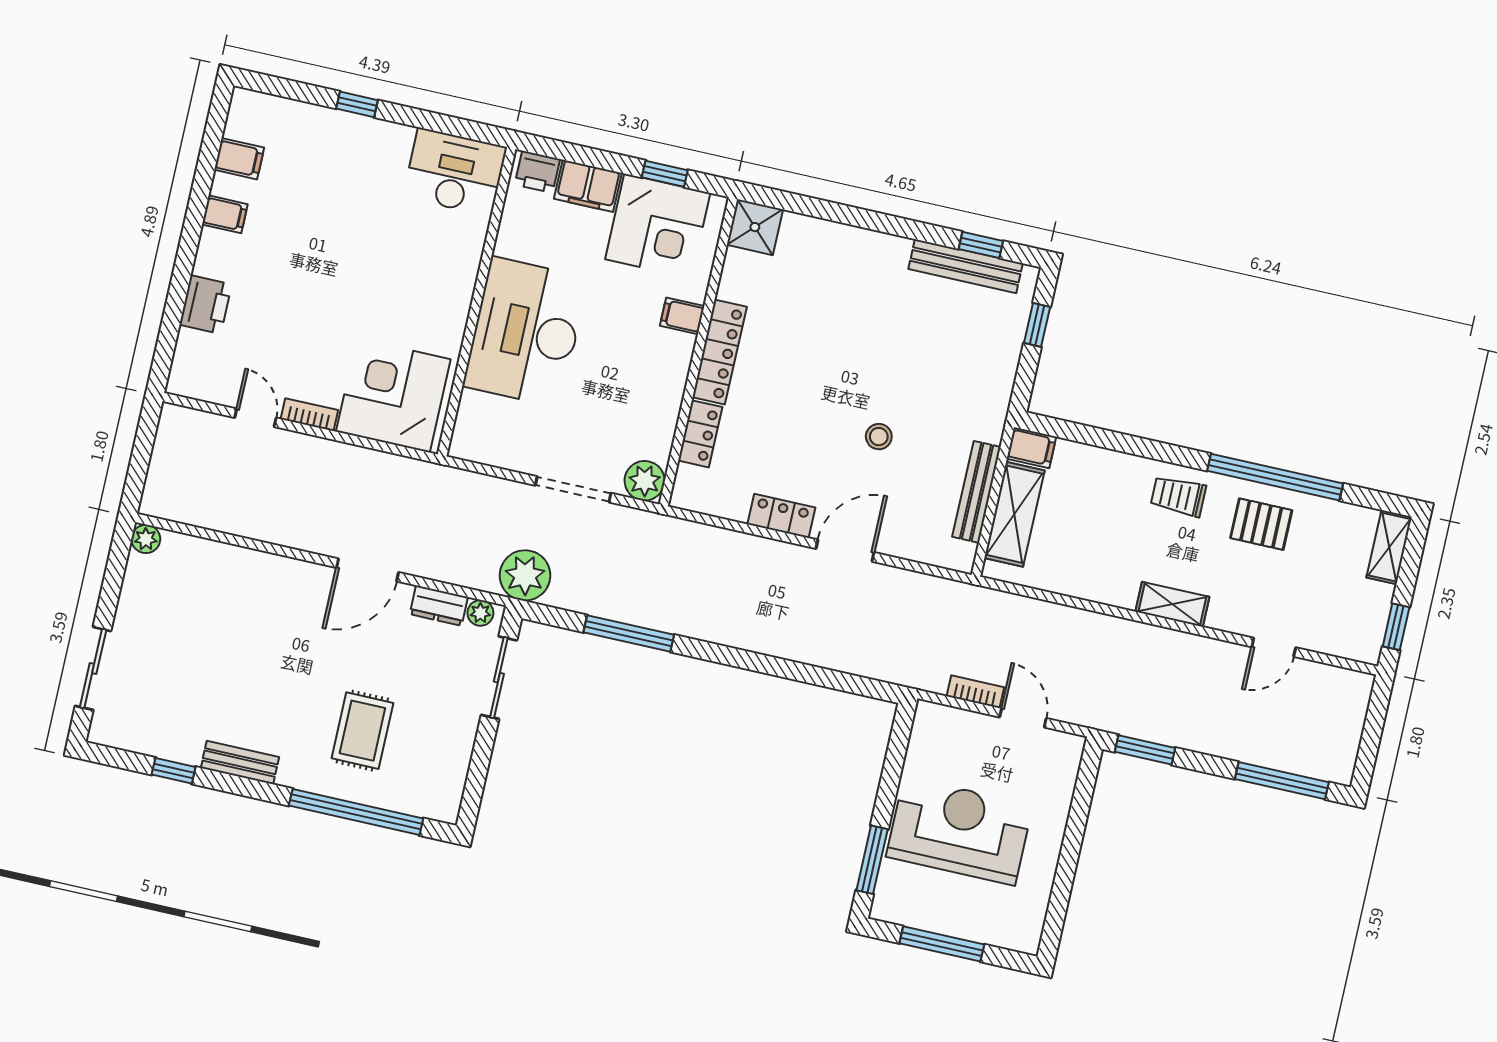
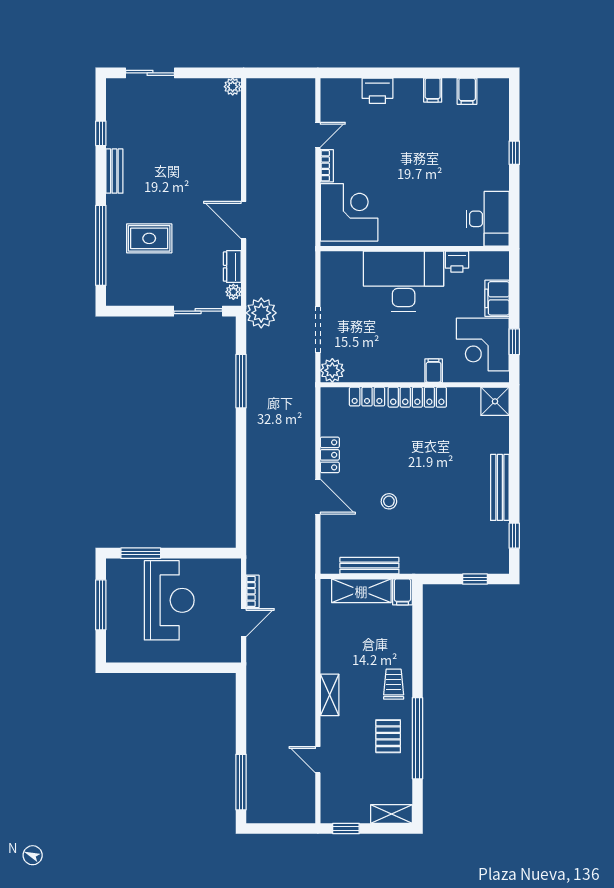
printer: (537, 172) -> (457, 262), moved, turned -90
bench: (966, 266) -> (500, 487), moved
window: (1145, 750) -> (241, 698), removed

